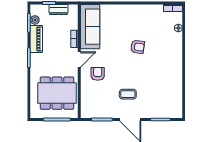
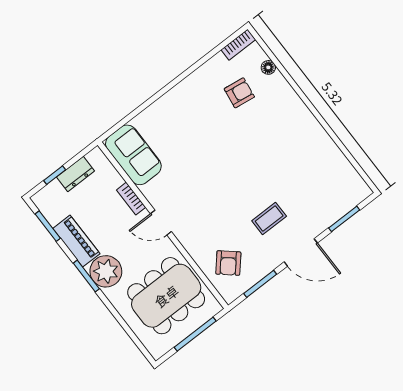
plant: (35, 20) -> (106, 271), moved, width x1.88, depth x1.88
sofa: (90, 27) -> (133, 155), width x0.73
armchair: (137, 47) -> (239, 93), moved
door: (79, 60) -> (161, 223), swing flipped
armchair: (98, 74) -> (228, 263), moved, turned -139

